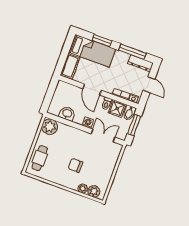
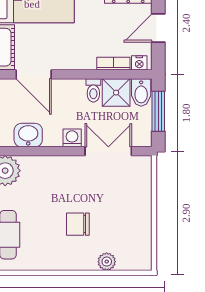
door: (149, 85) -> (158, 28), swing flipped
door: (92, 89) -> (34, 74), moved
plant: (94, 191) -> (129, 259), removed

